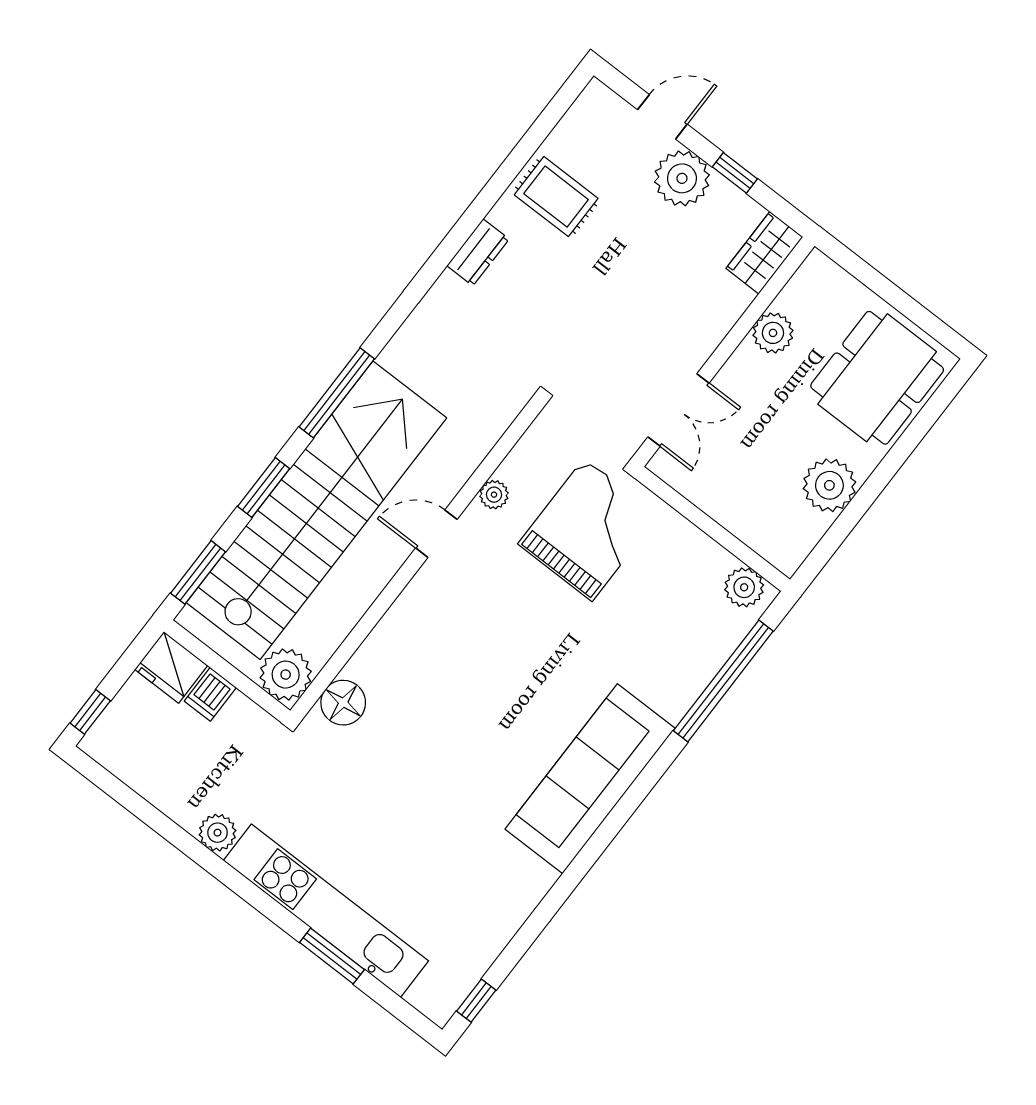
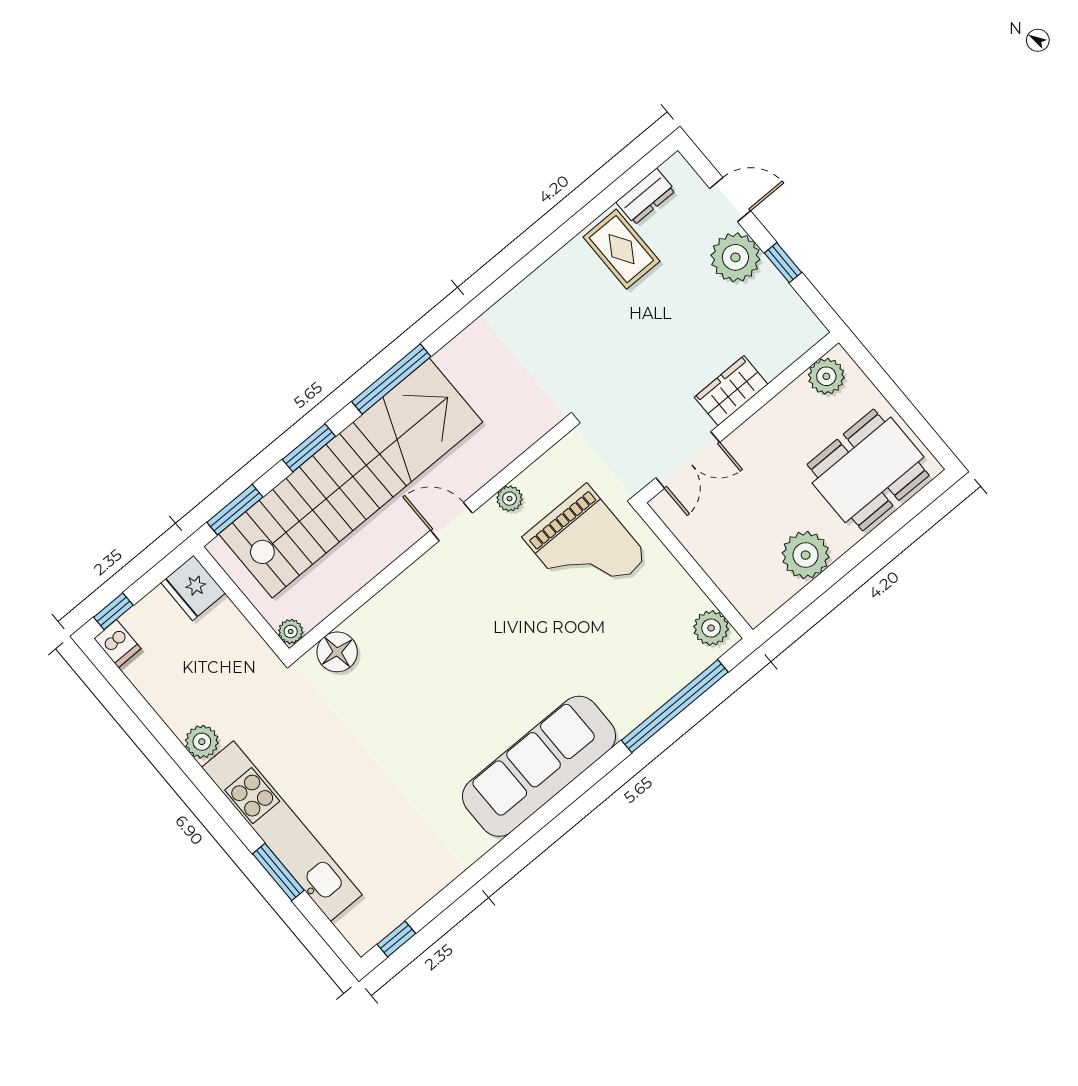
dresser: (478, 252) -> (646, 196), moved
wardrobe: (764, 253) -> (731, 391), moved
plant: (773, 333) -> (826, 376), moved
grand piano: (588, 530) -> (585, 547), turned 90
plant: (286, 675) -> (291, 631), width x0.53, depth x0.53
dishwasher: (210, 694) -> (117, 644), moved, turned -90

